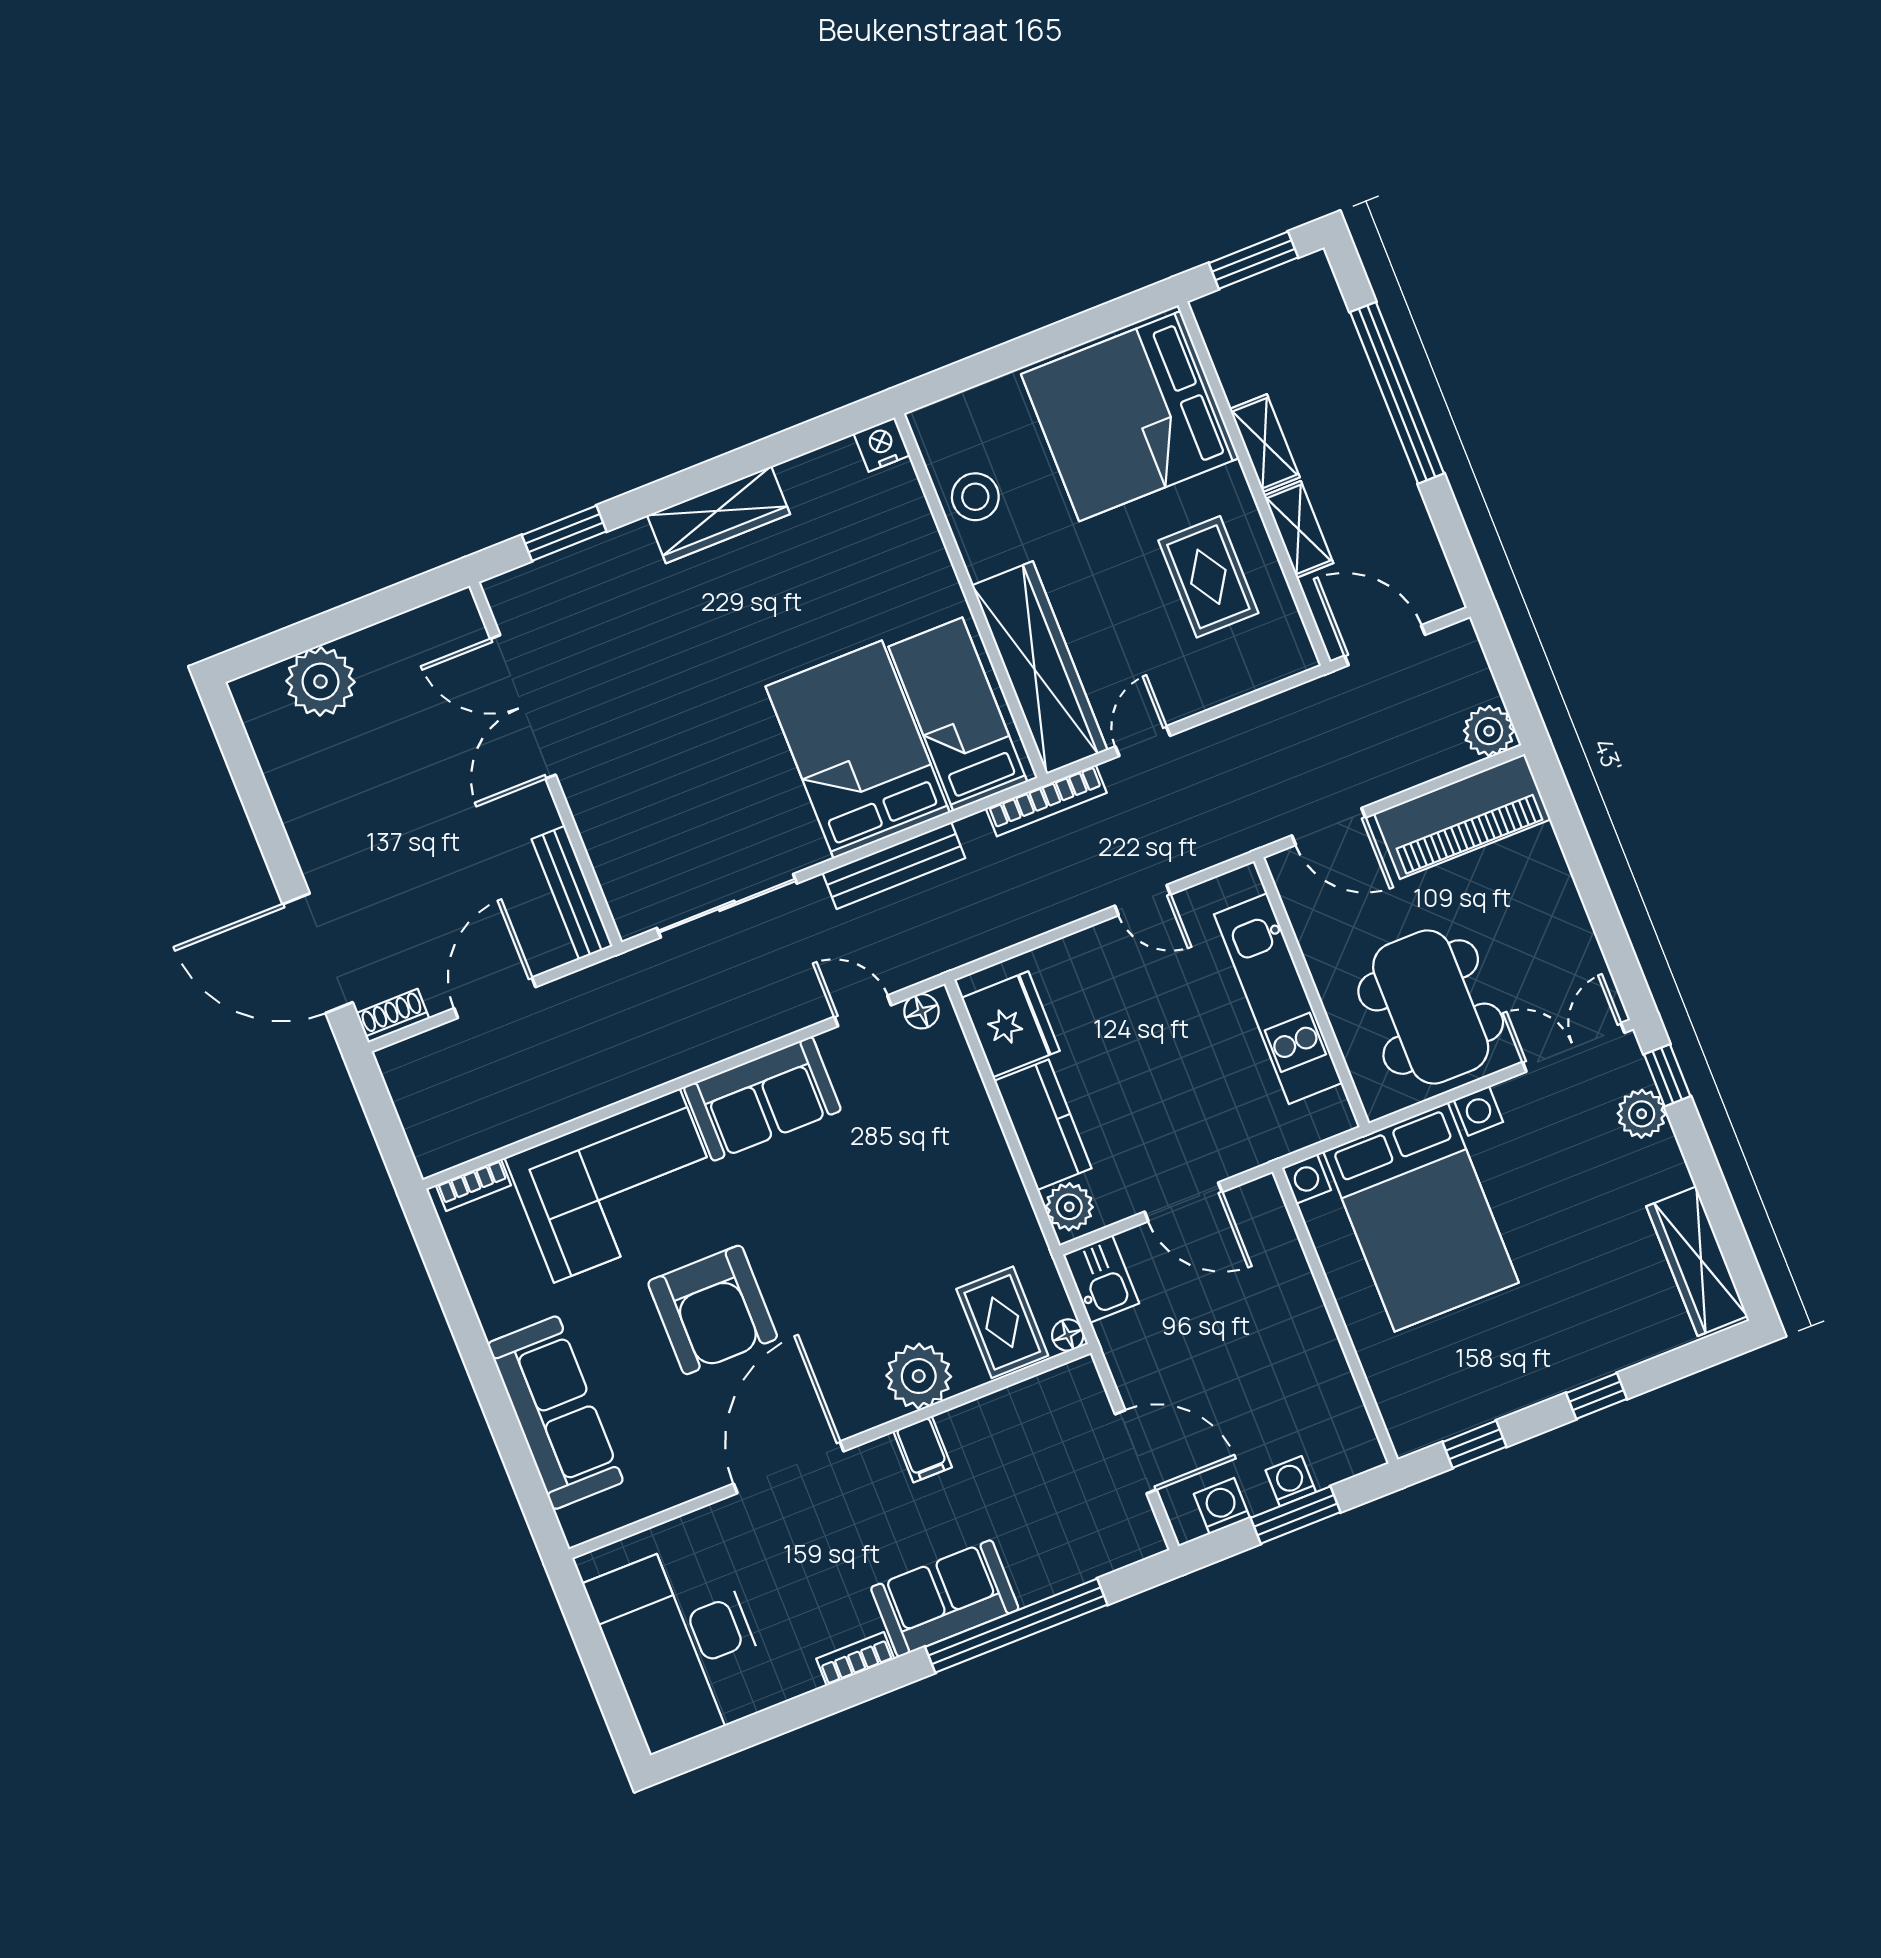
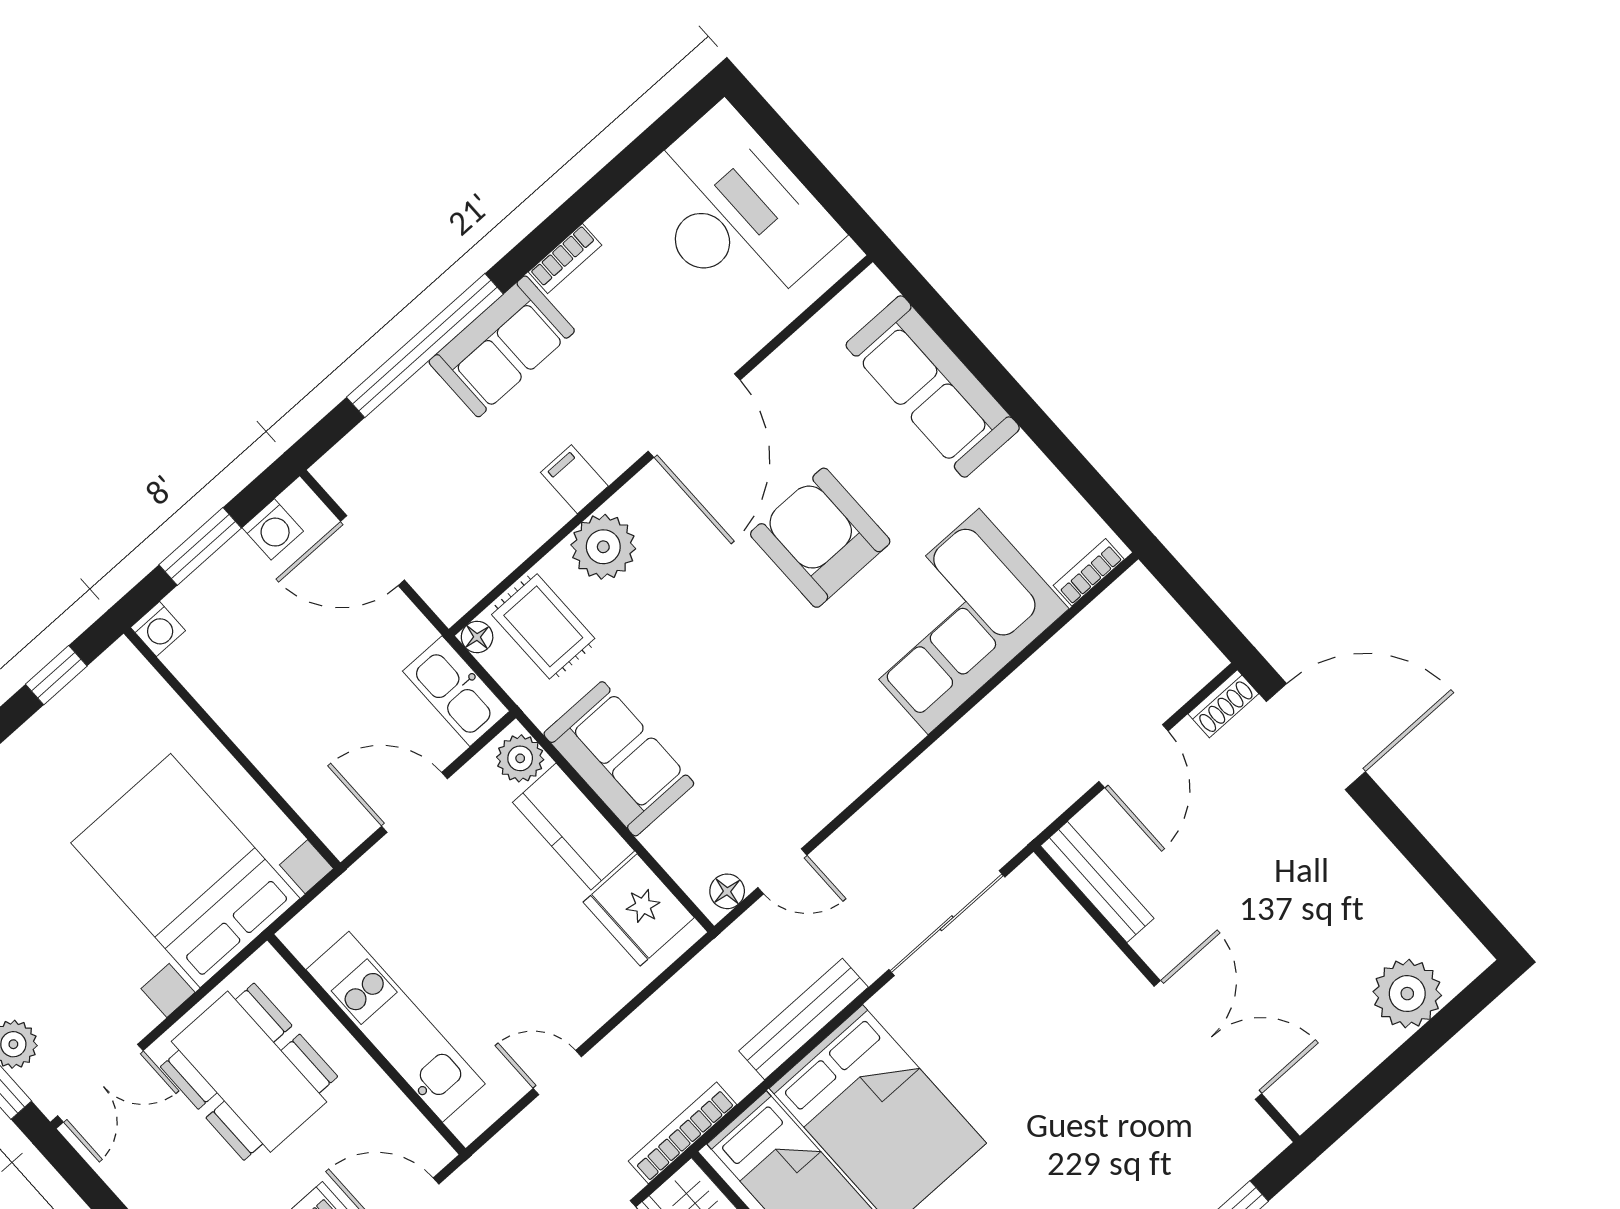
sofa: (762, 1099) -> (619, 759), moved, turned 90
kitchen sink: (1101, 1279) -> (456, 691), width x1.38
washing machine: (1291, 1481) -> (158, 629), moved

